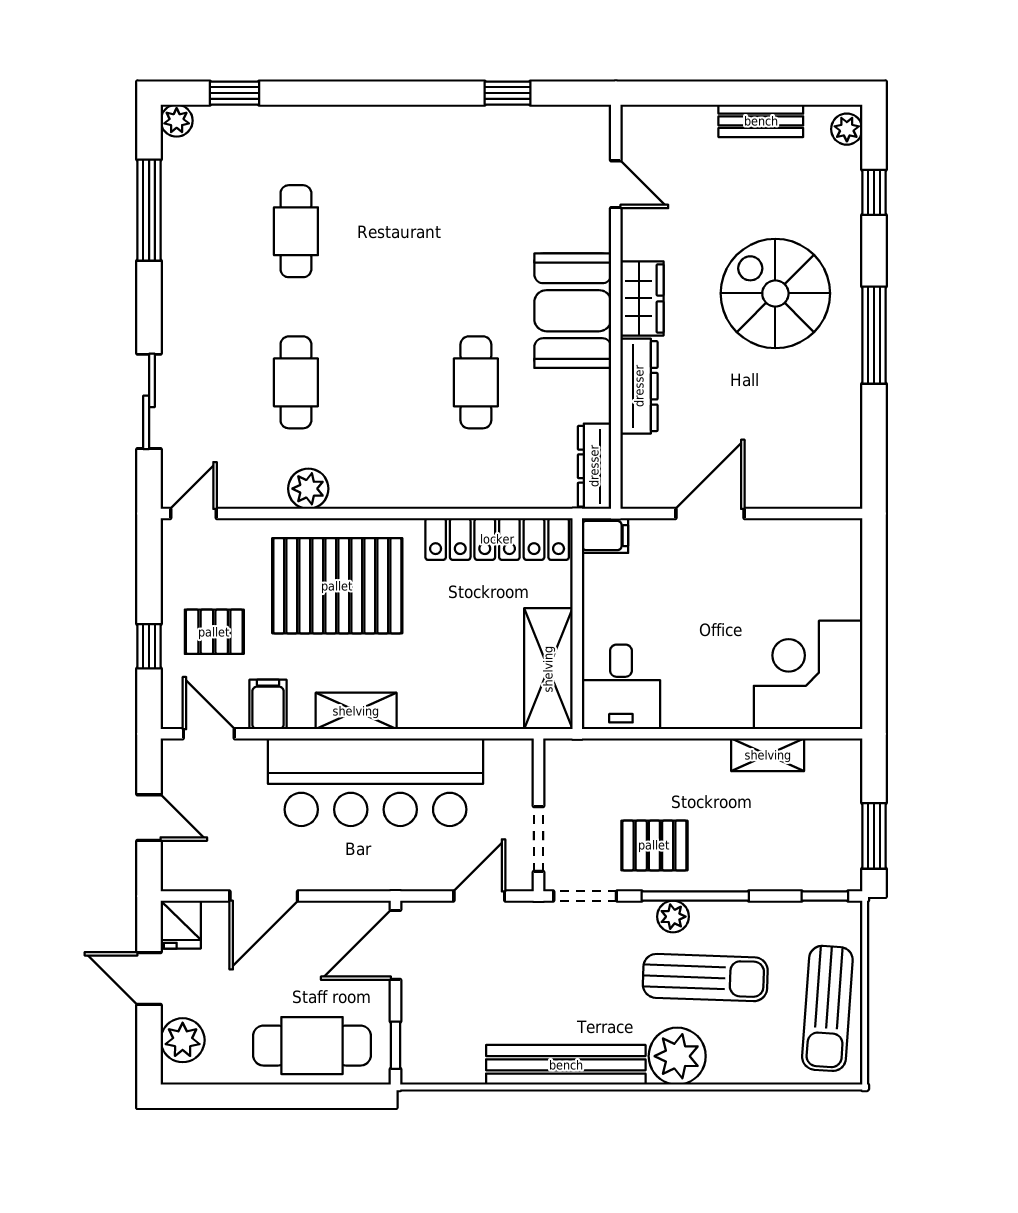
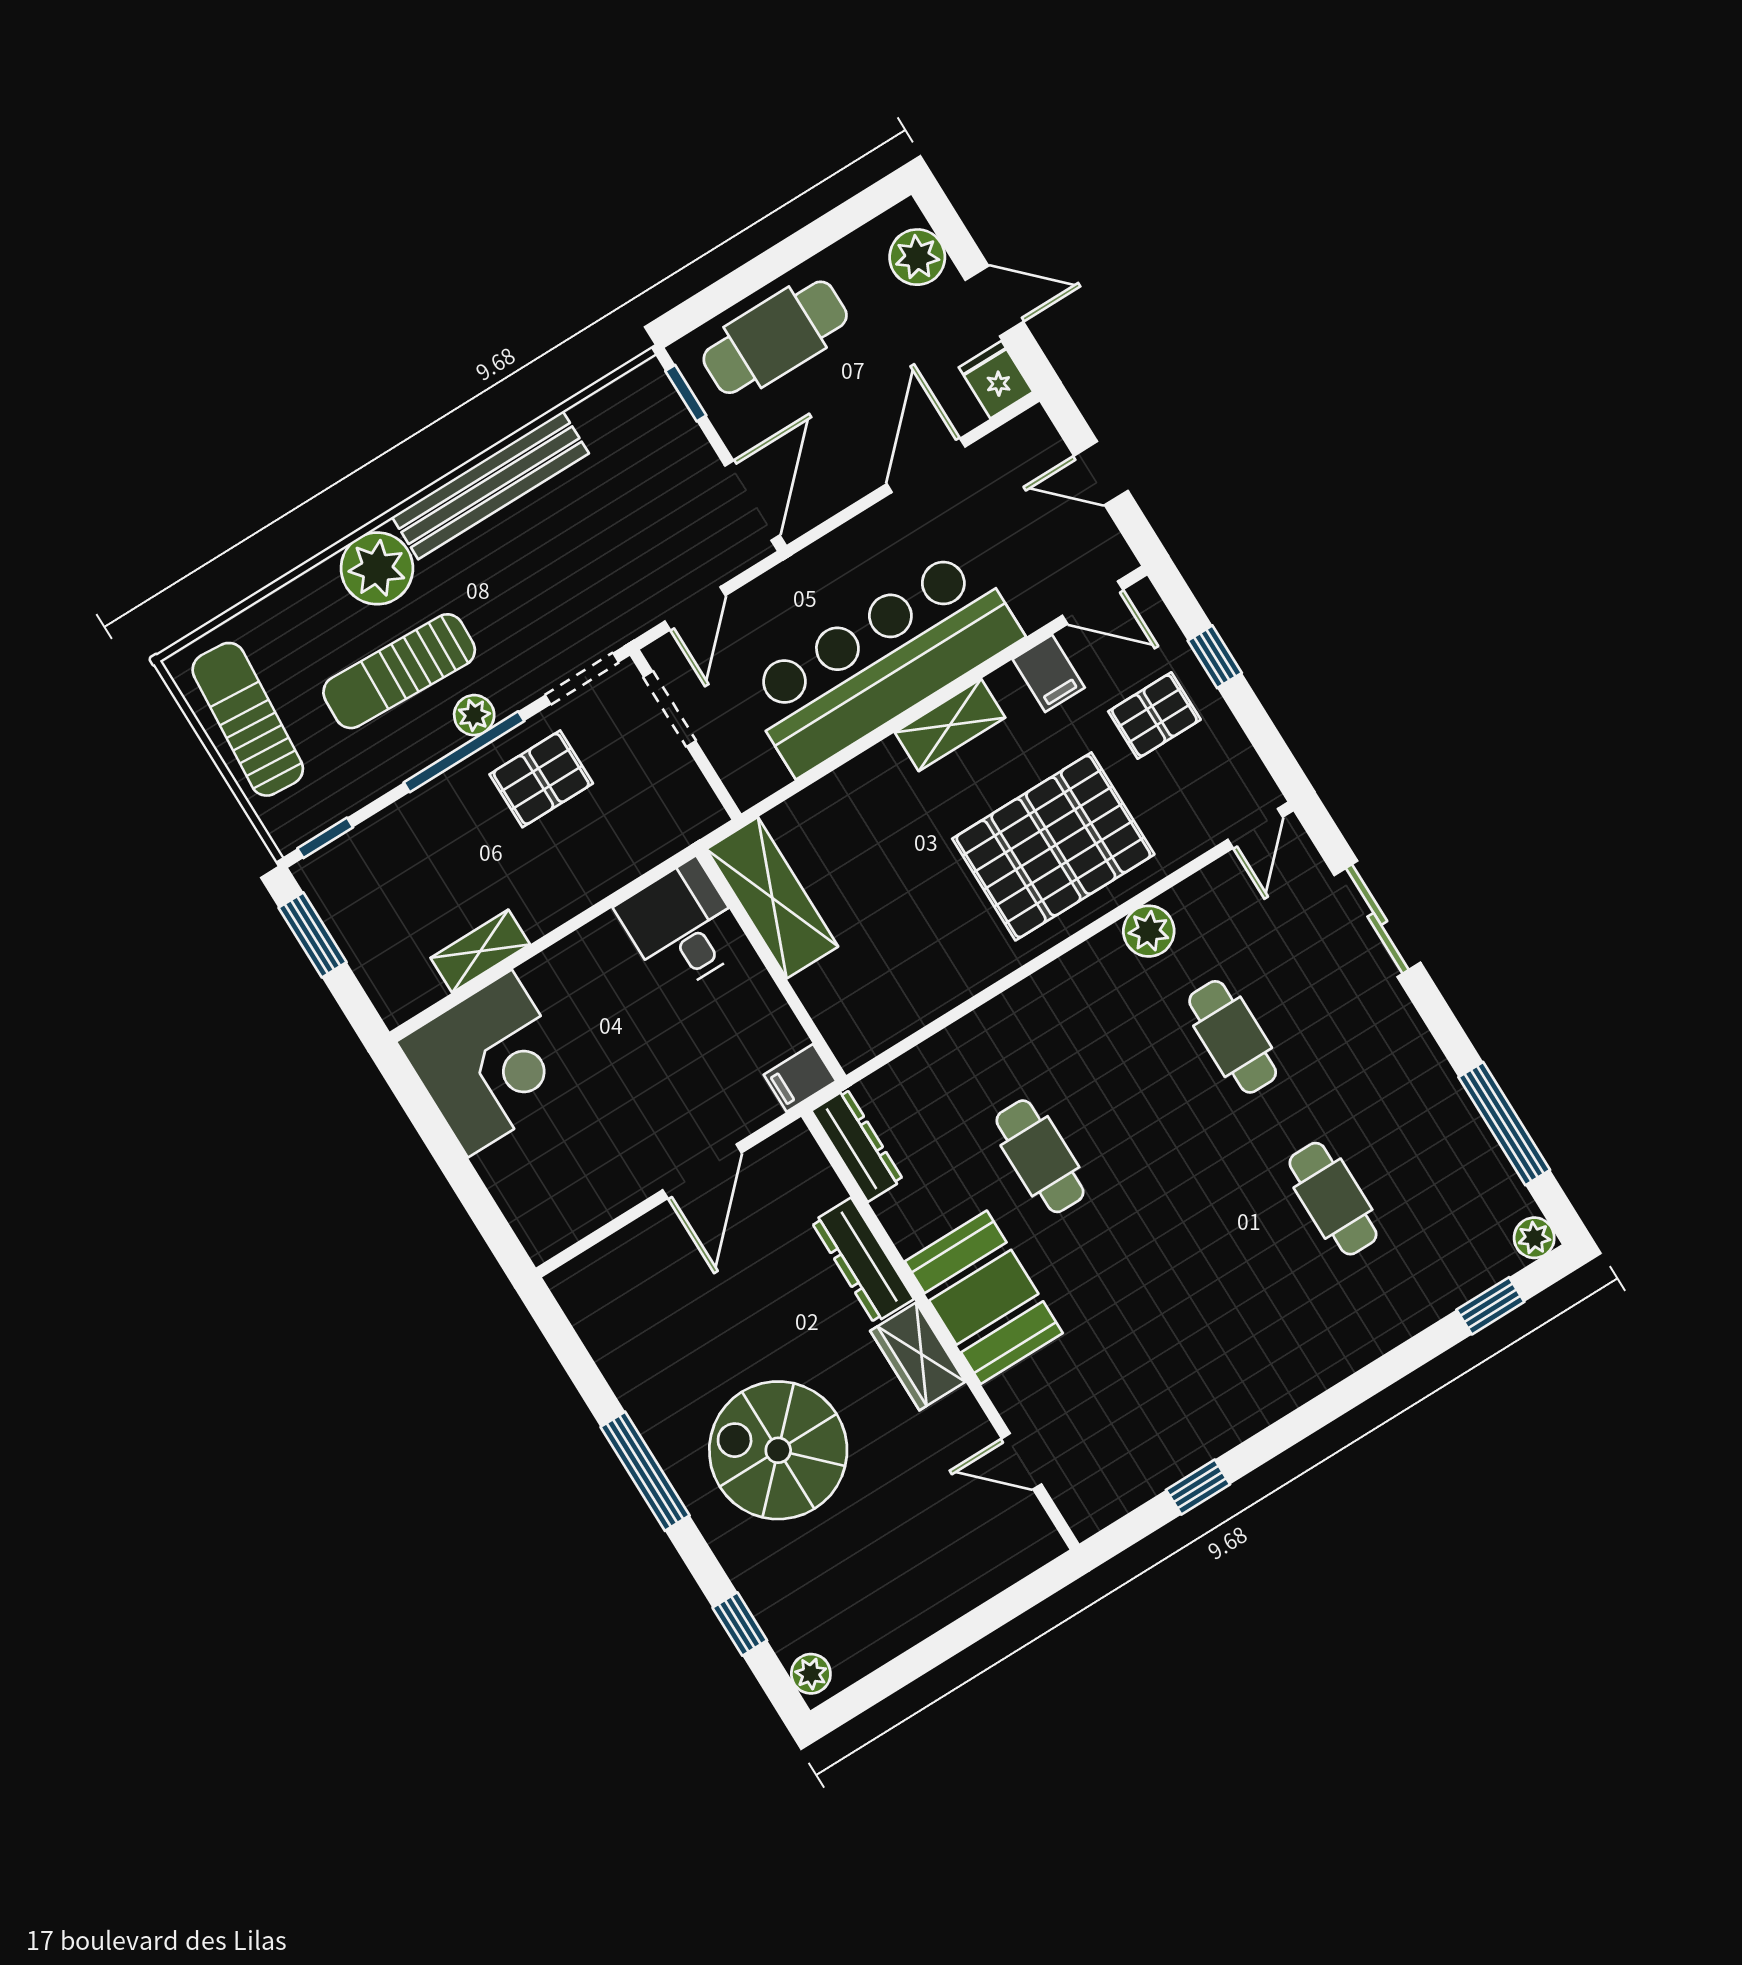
bench: (761, 121) -> (908, 1625), removed
spiral stairs: (775, 293) -> (778, 1450), turned 180
locker: (497, 539) -> (913, 1003), removed

